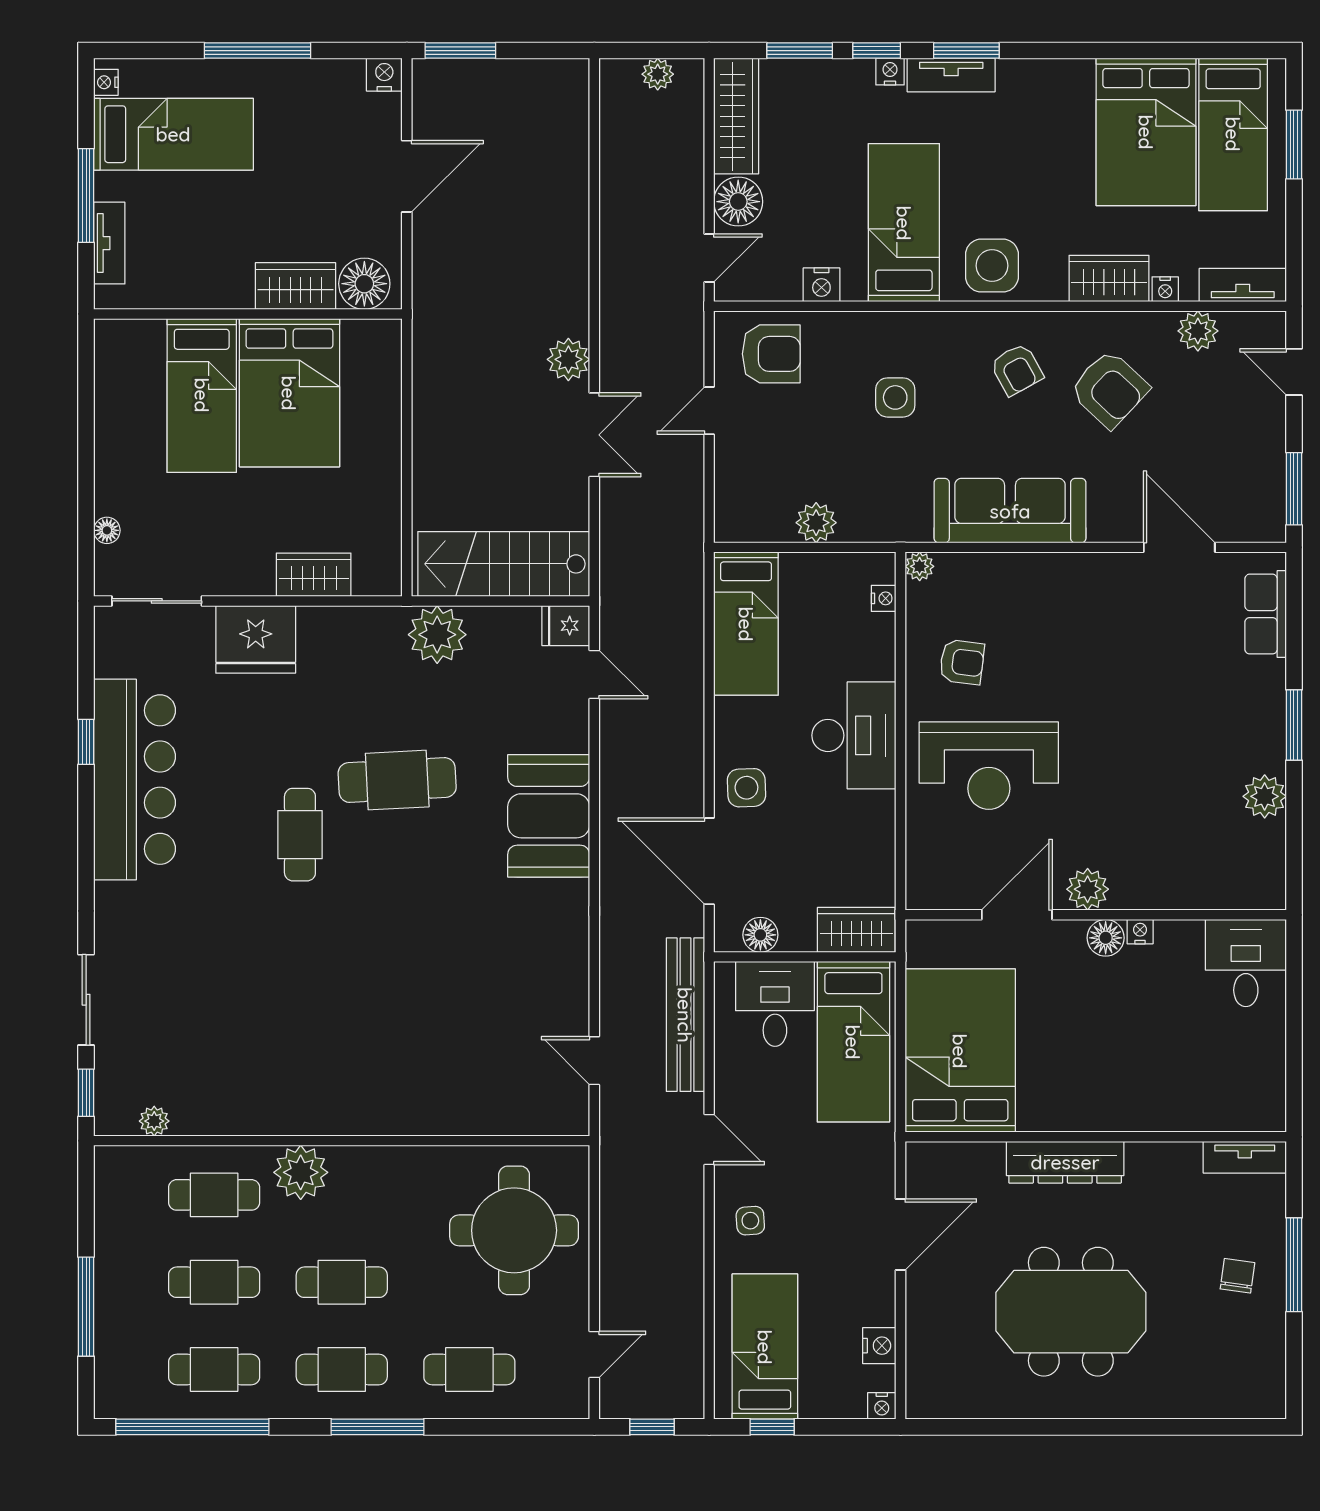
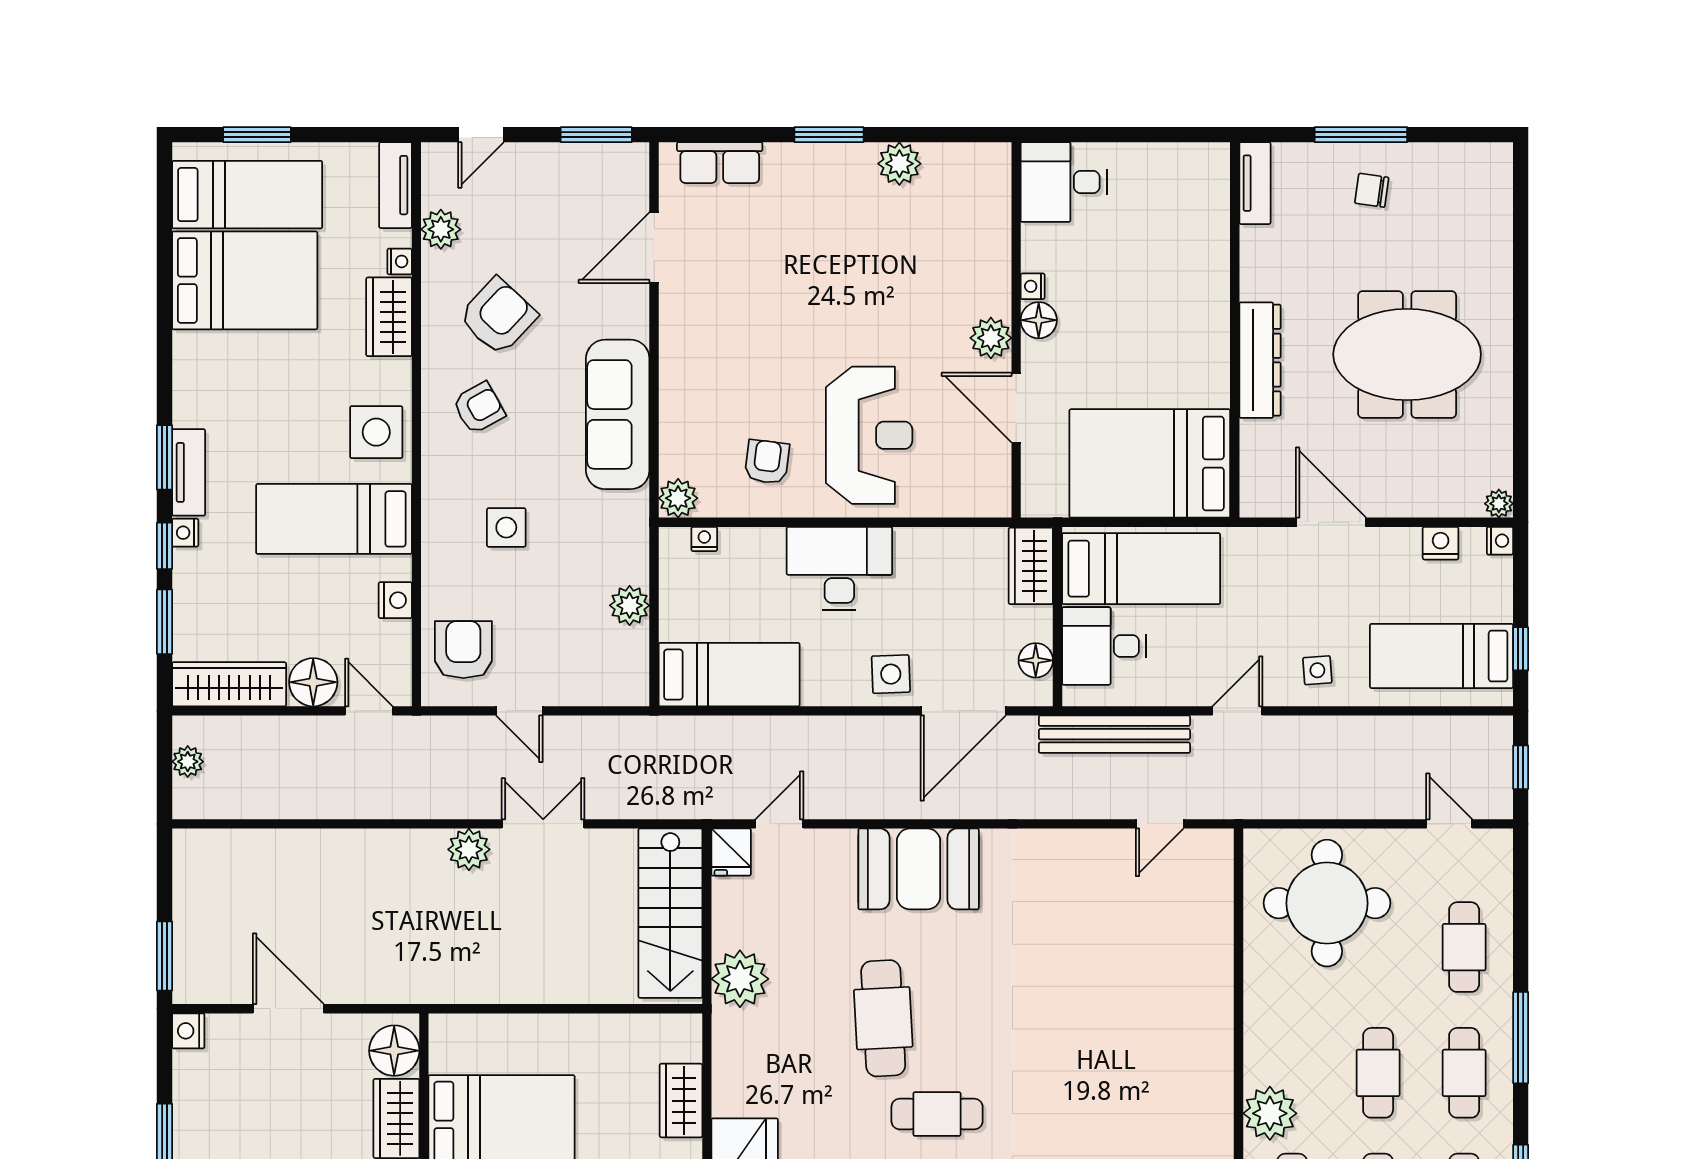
plant: (920, 566) -> (678, 498), width x1.38, depth x1.38
meeting table: (1071, 1312) -> (1407, 354), turned 90
plant: (920, 1405) -> (1499, 504), added

